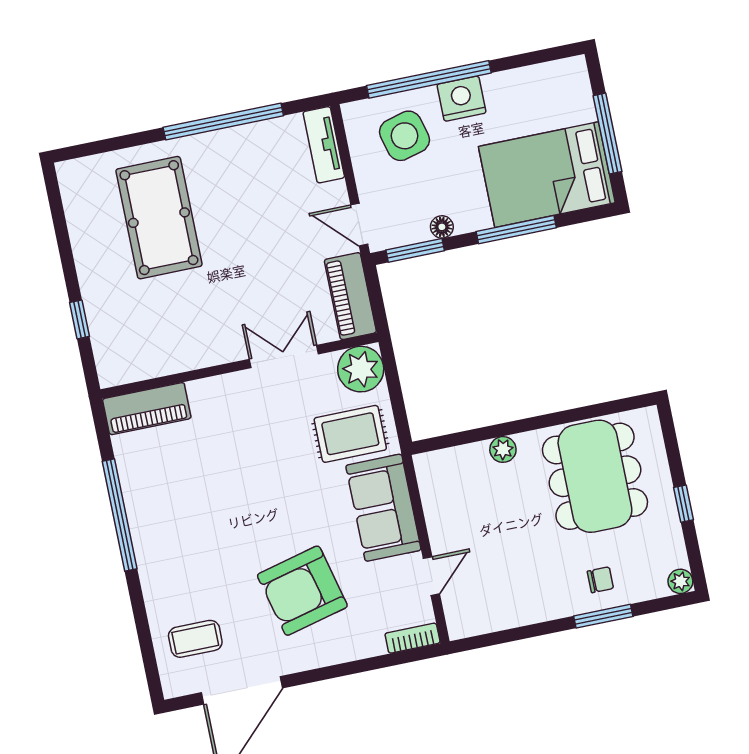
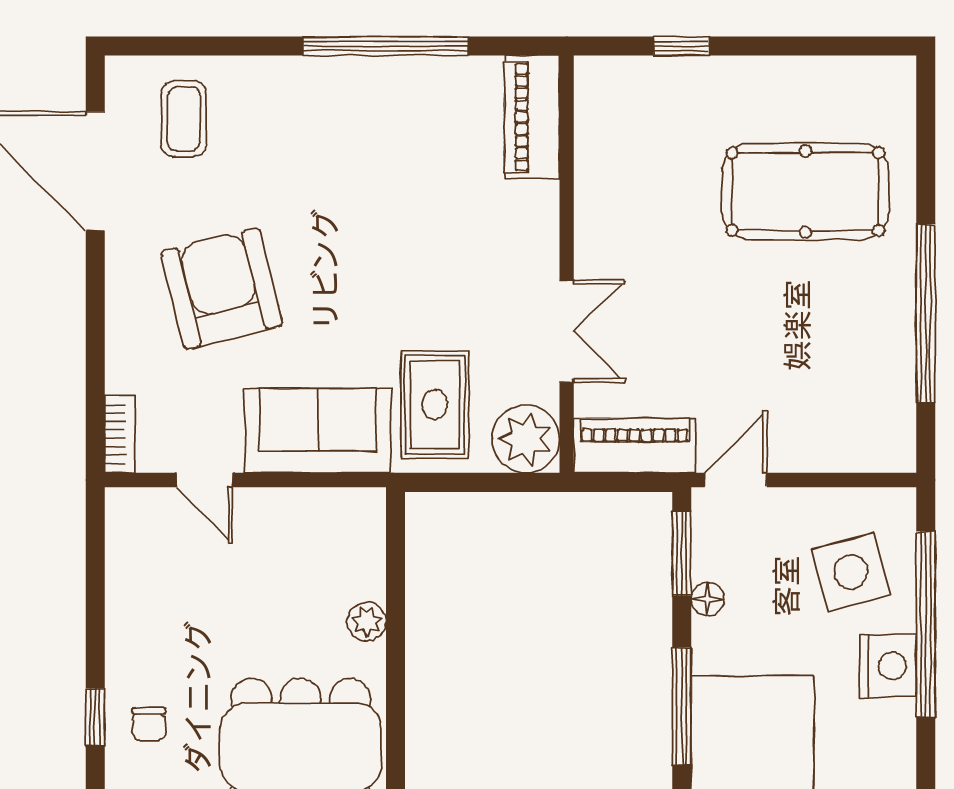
tv unit: (324, 145) -> (862, 452), removed
window: (603, 616) -> (95, 717), width x0.67

